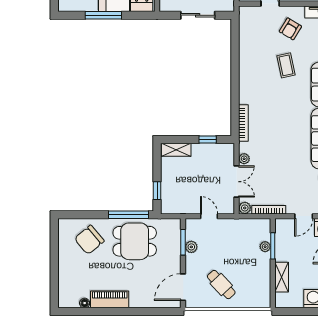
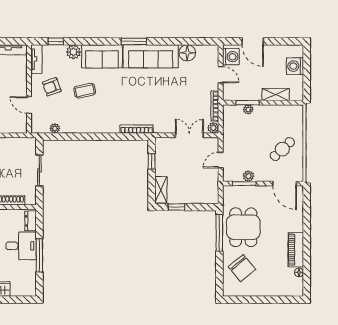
armchair: (290, 29) -> (52, 87), turned 129
plant: (244, 159) -> (55, 128), moved
window: (157, 191) -> (177, 207), moved

